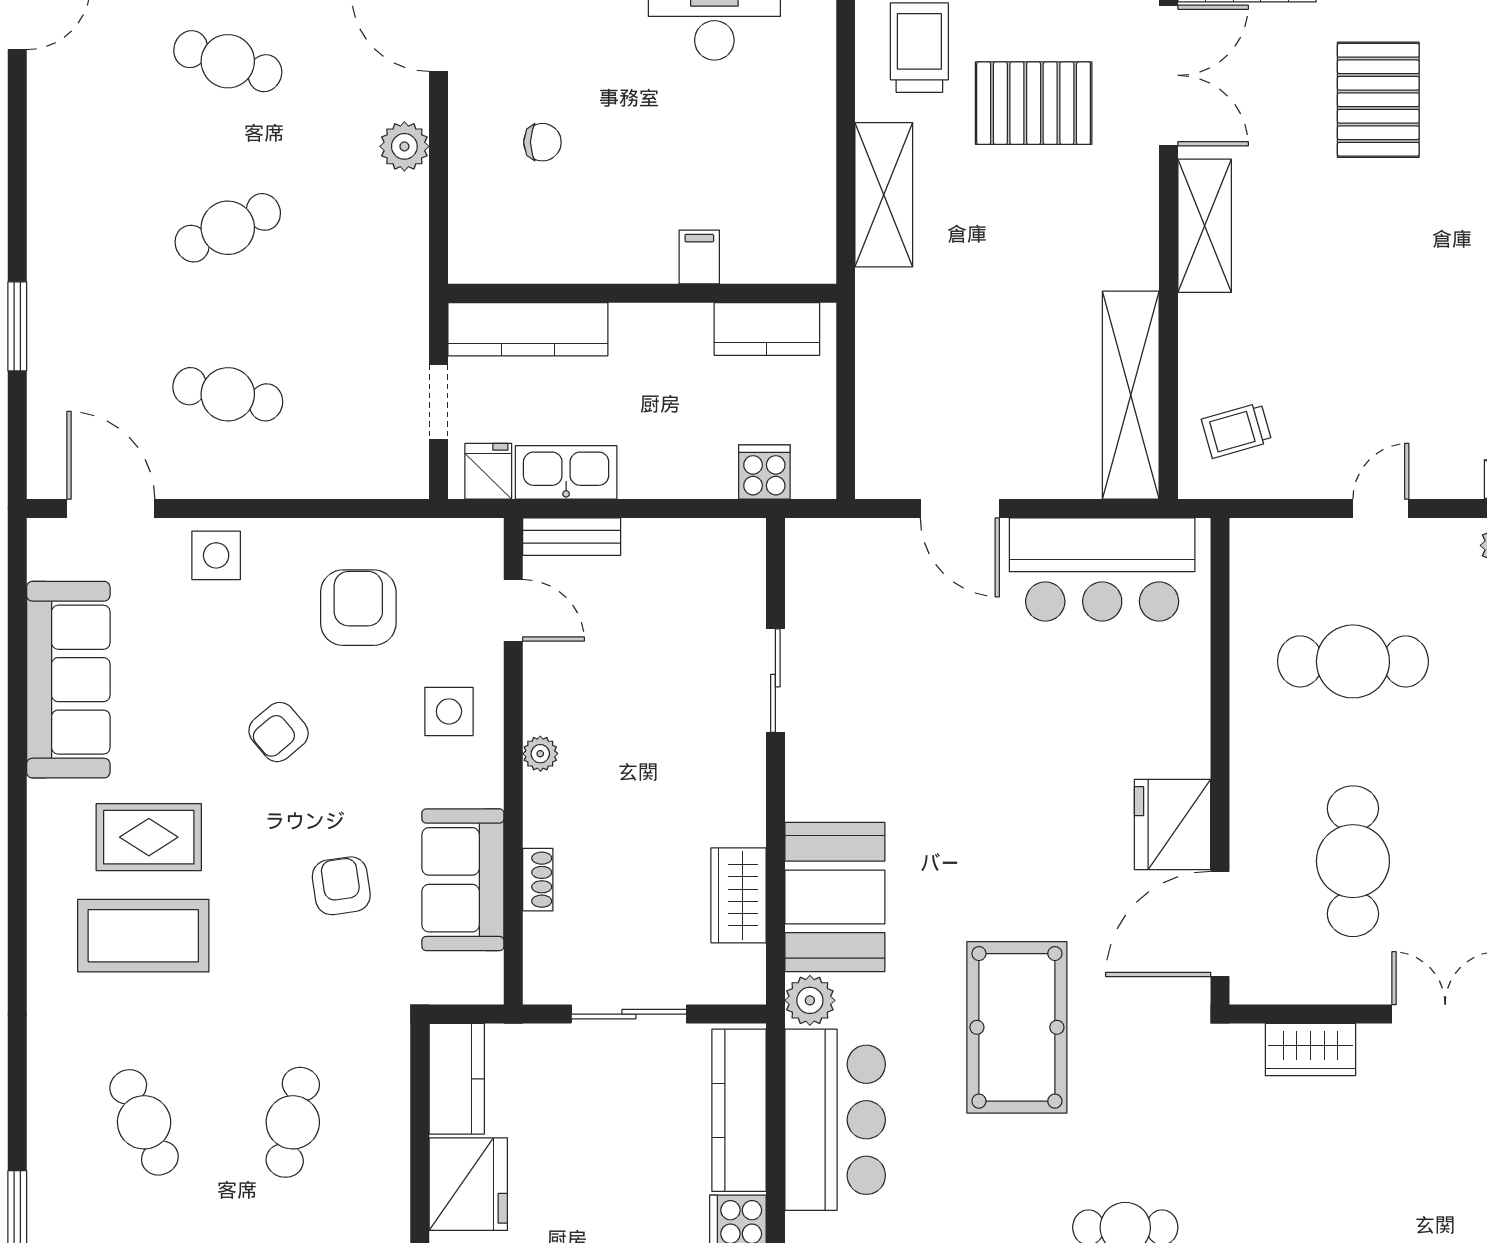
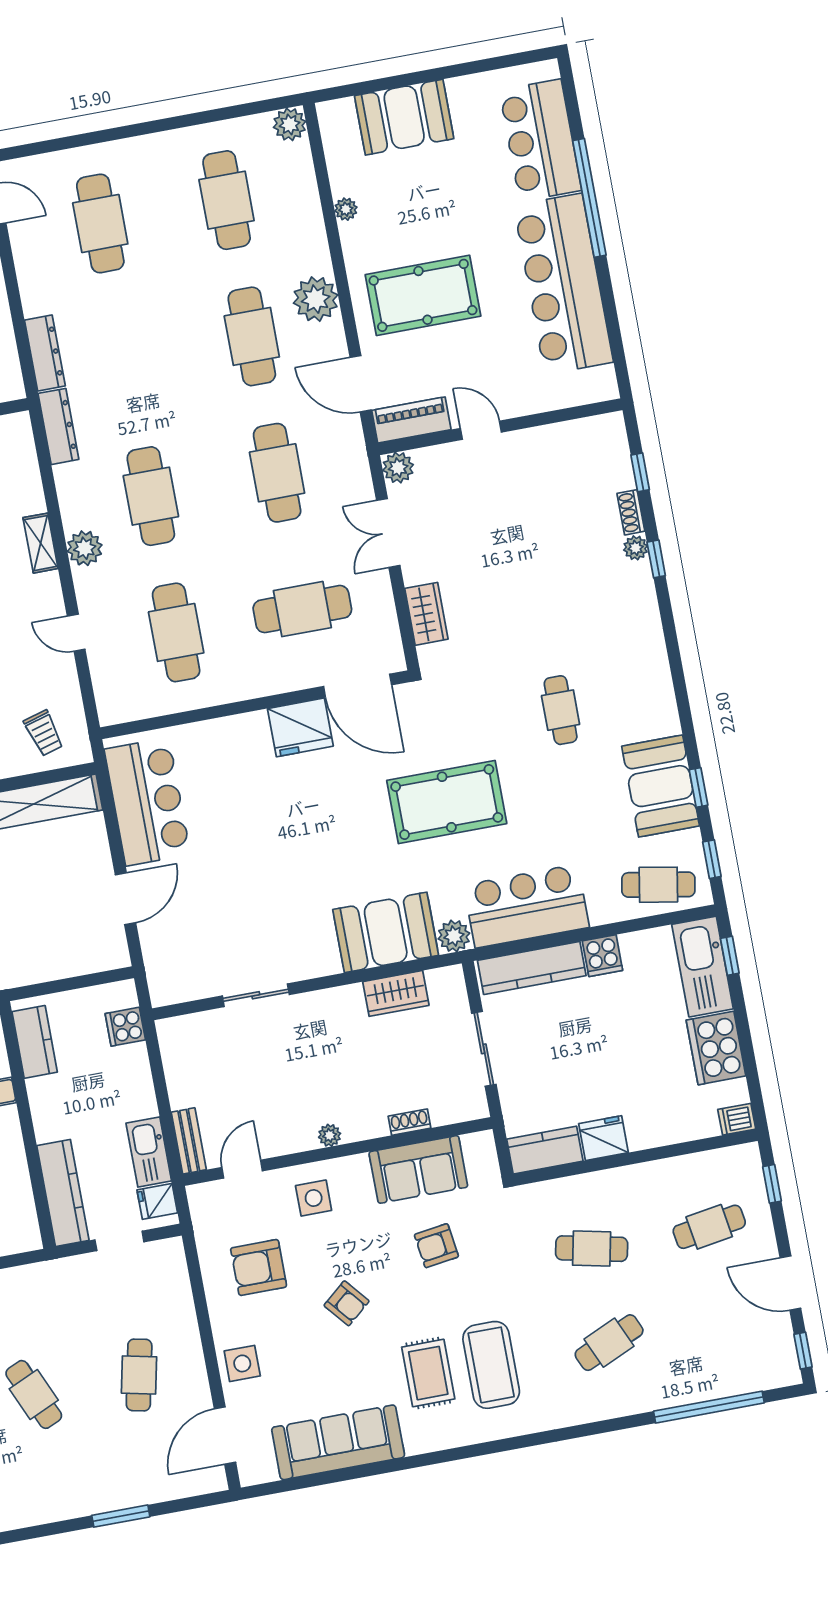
fridge: (468, 1184) -> (604, 1138), width x0.73, depth x0.75

